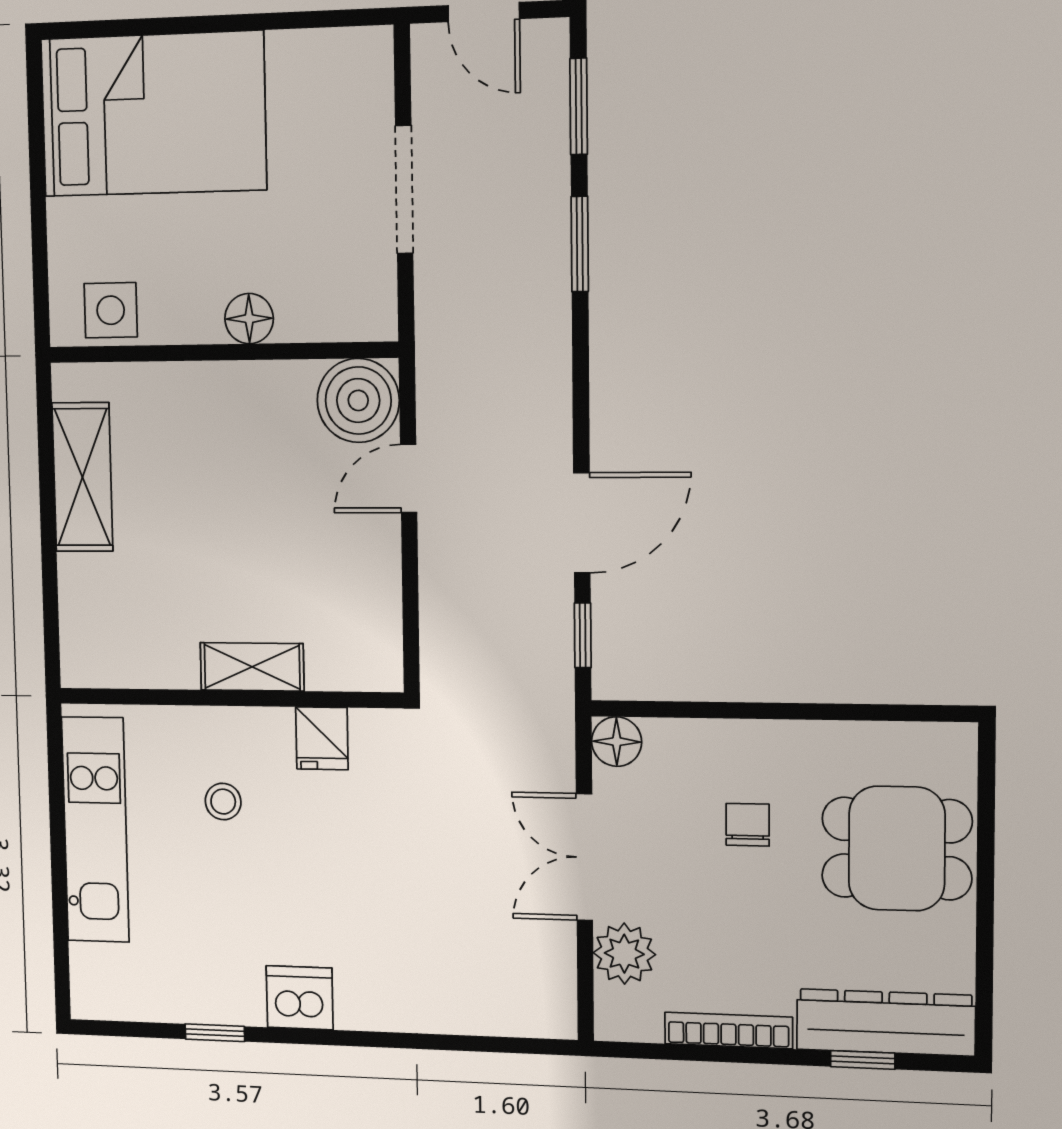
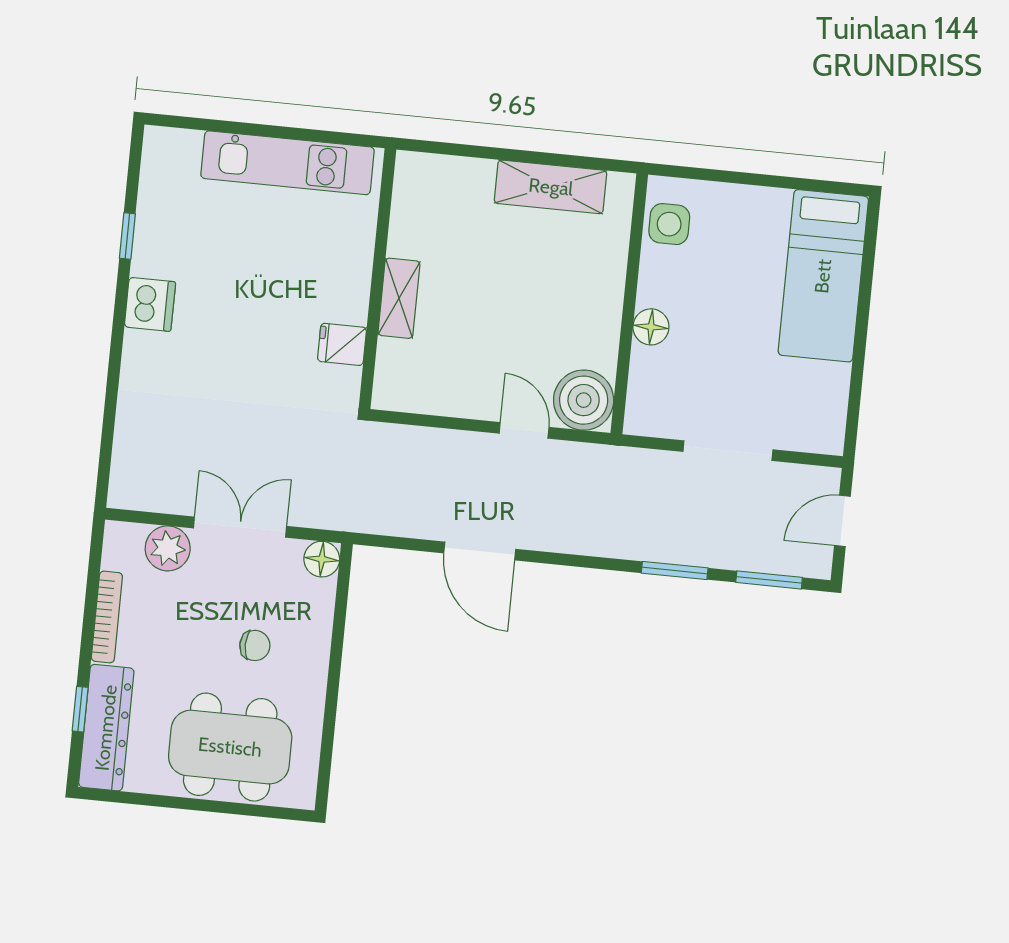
bed: (153, 114) -> (823, 276), width x0.67
window: (583, 635) -> (400, 543), removed
stool: (223, 802) -> (301, 264), removed
dining table: (897, 848) -> (230, 747), width x1.38

